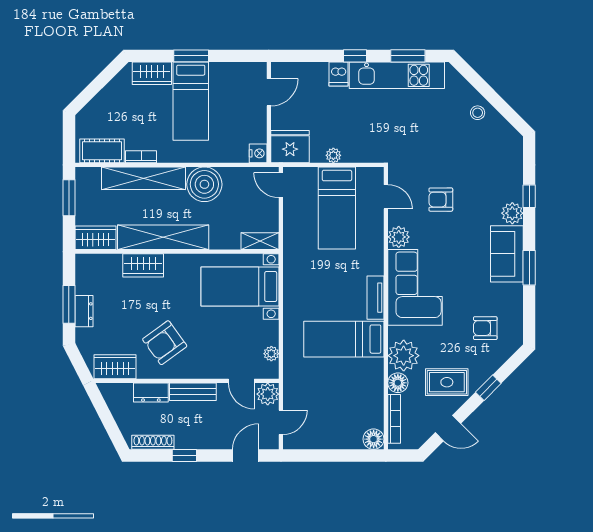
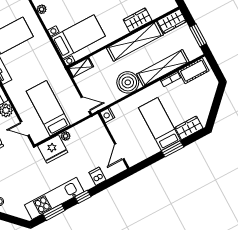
dishwasher: (338, 74) -> (97, 176), moved
fridge: (290, 147) -> (53, 149), moved

